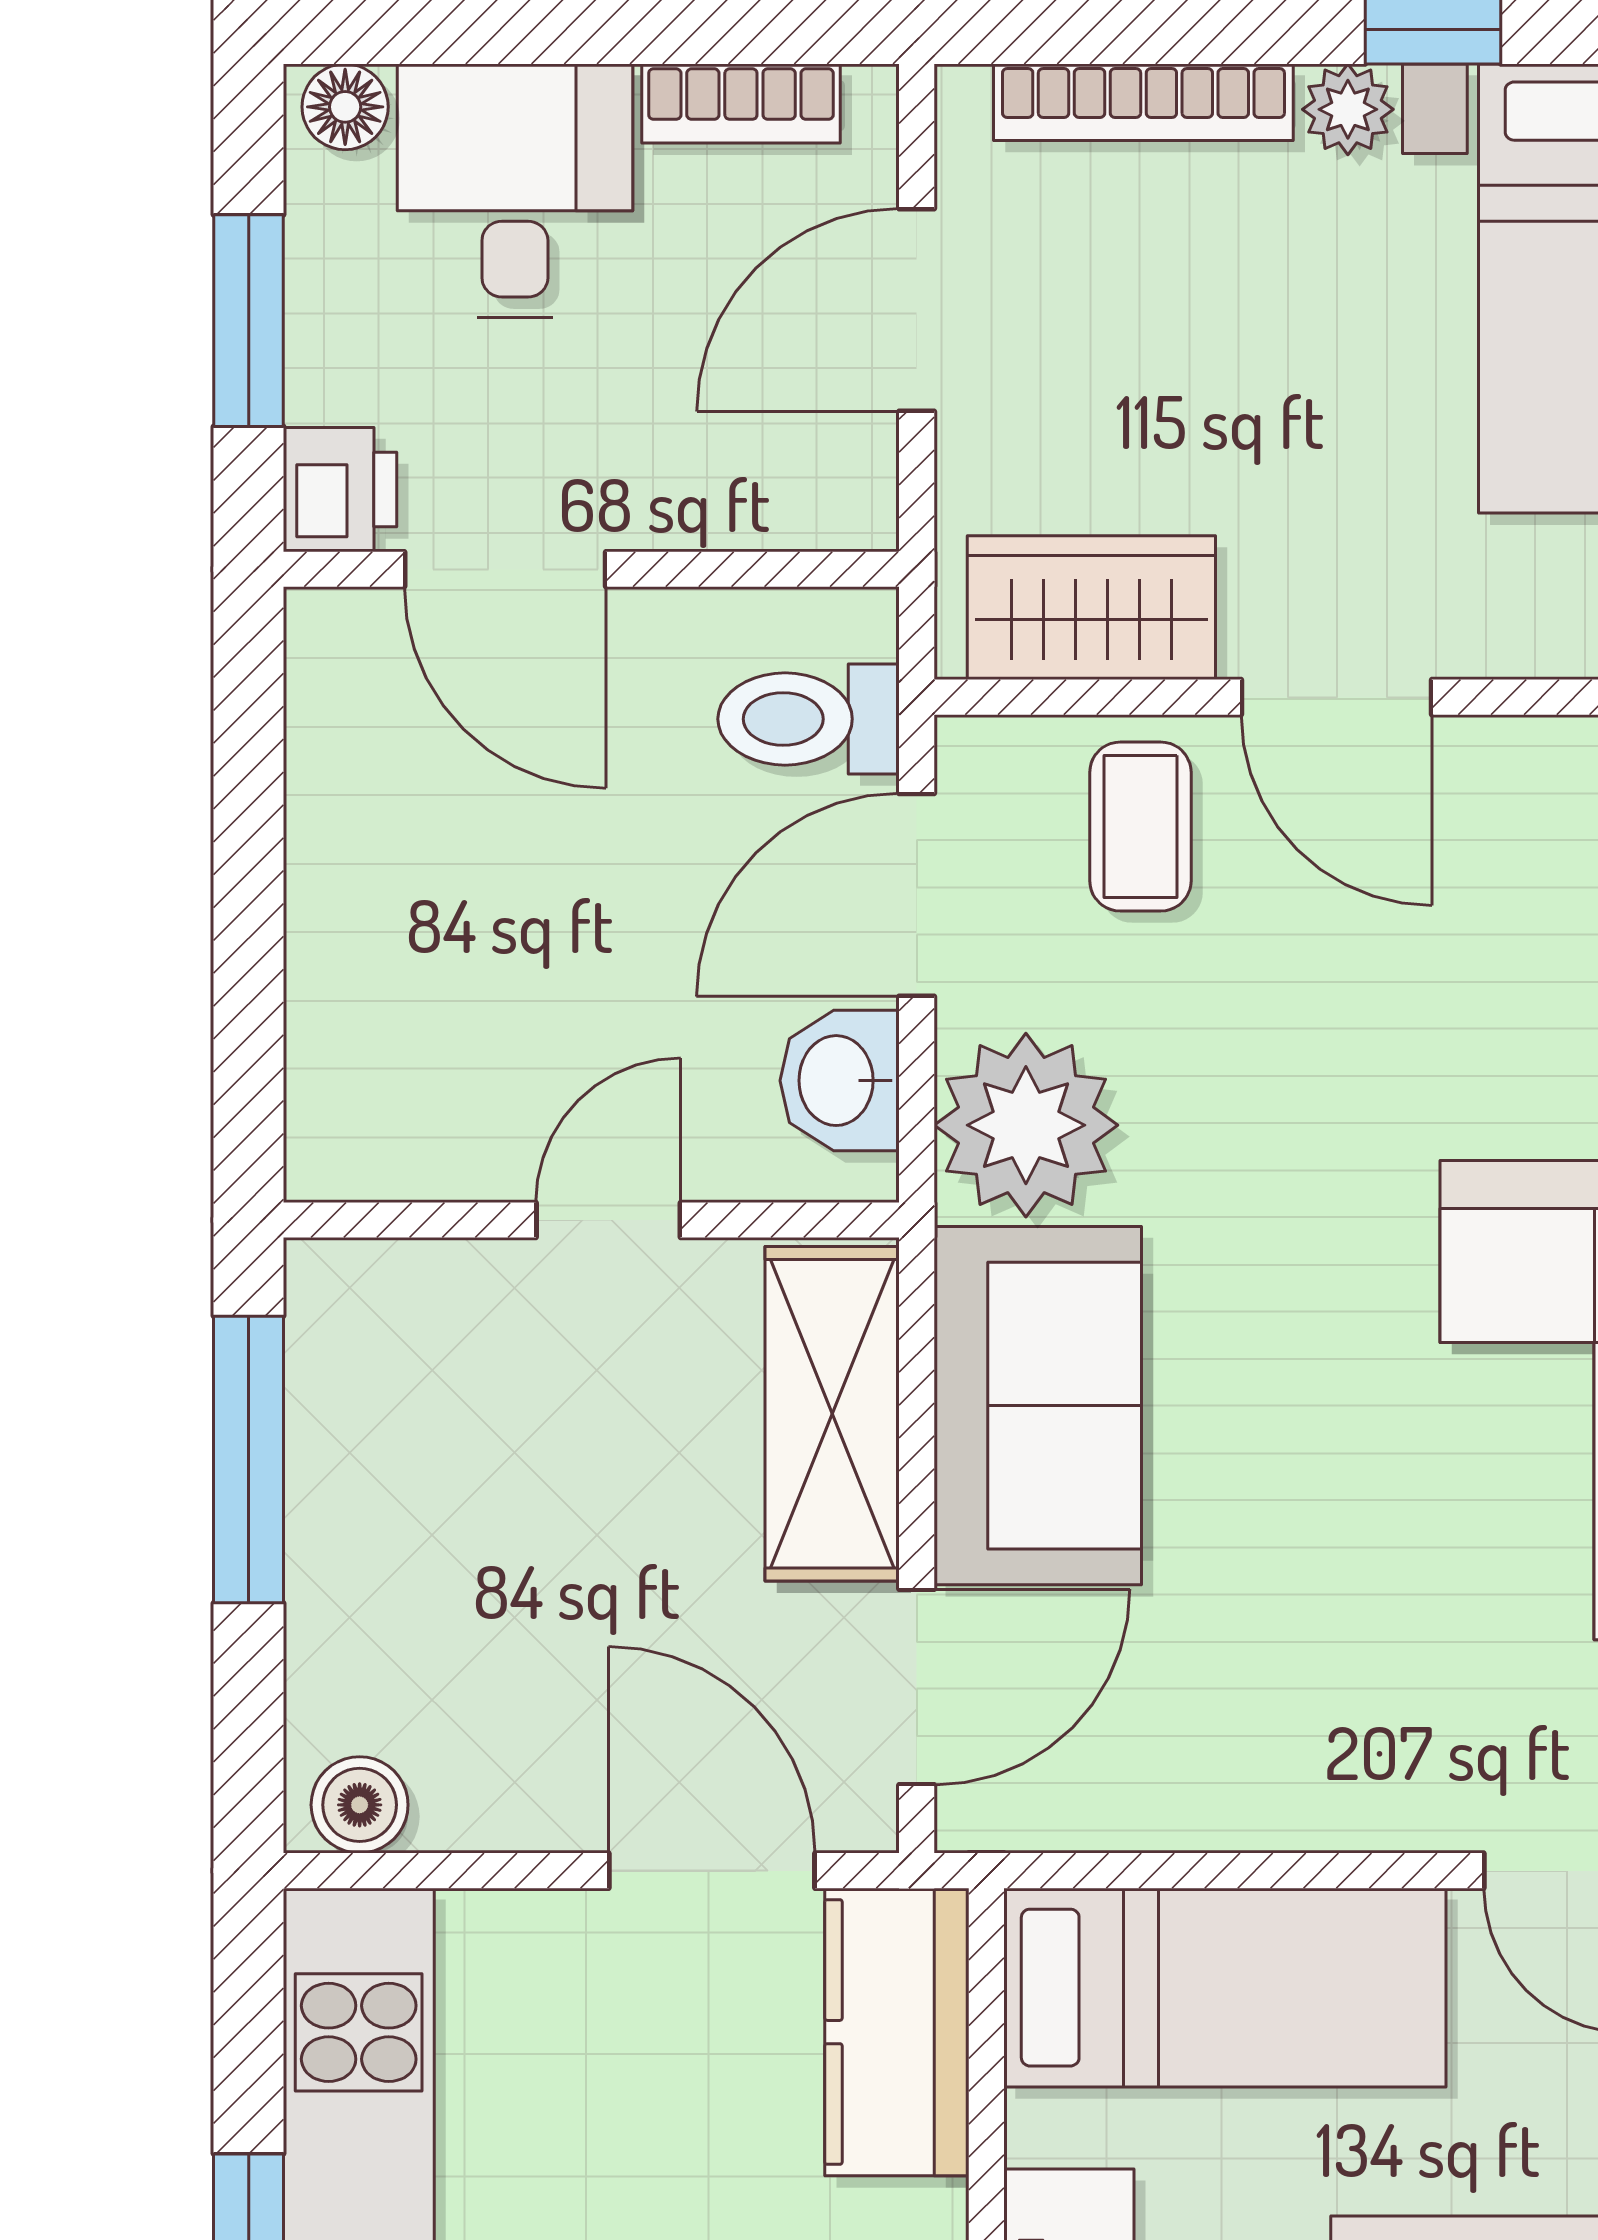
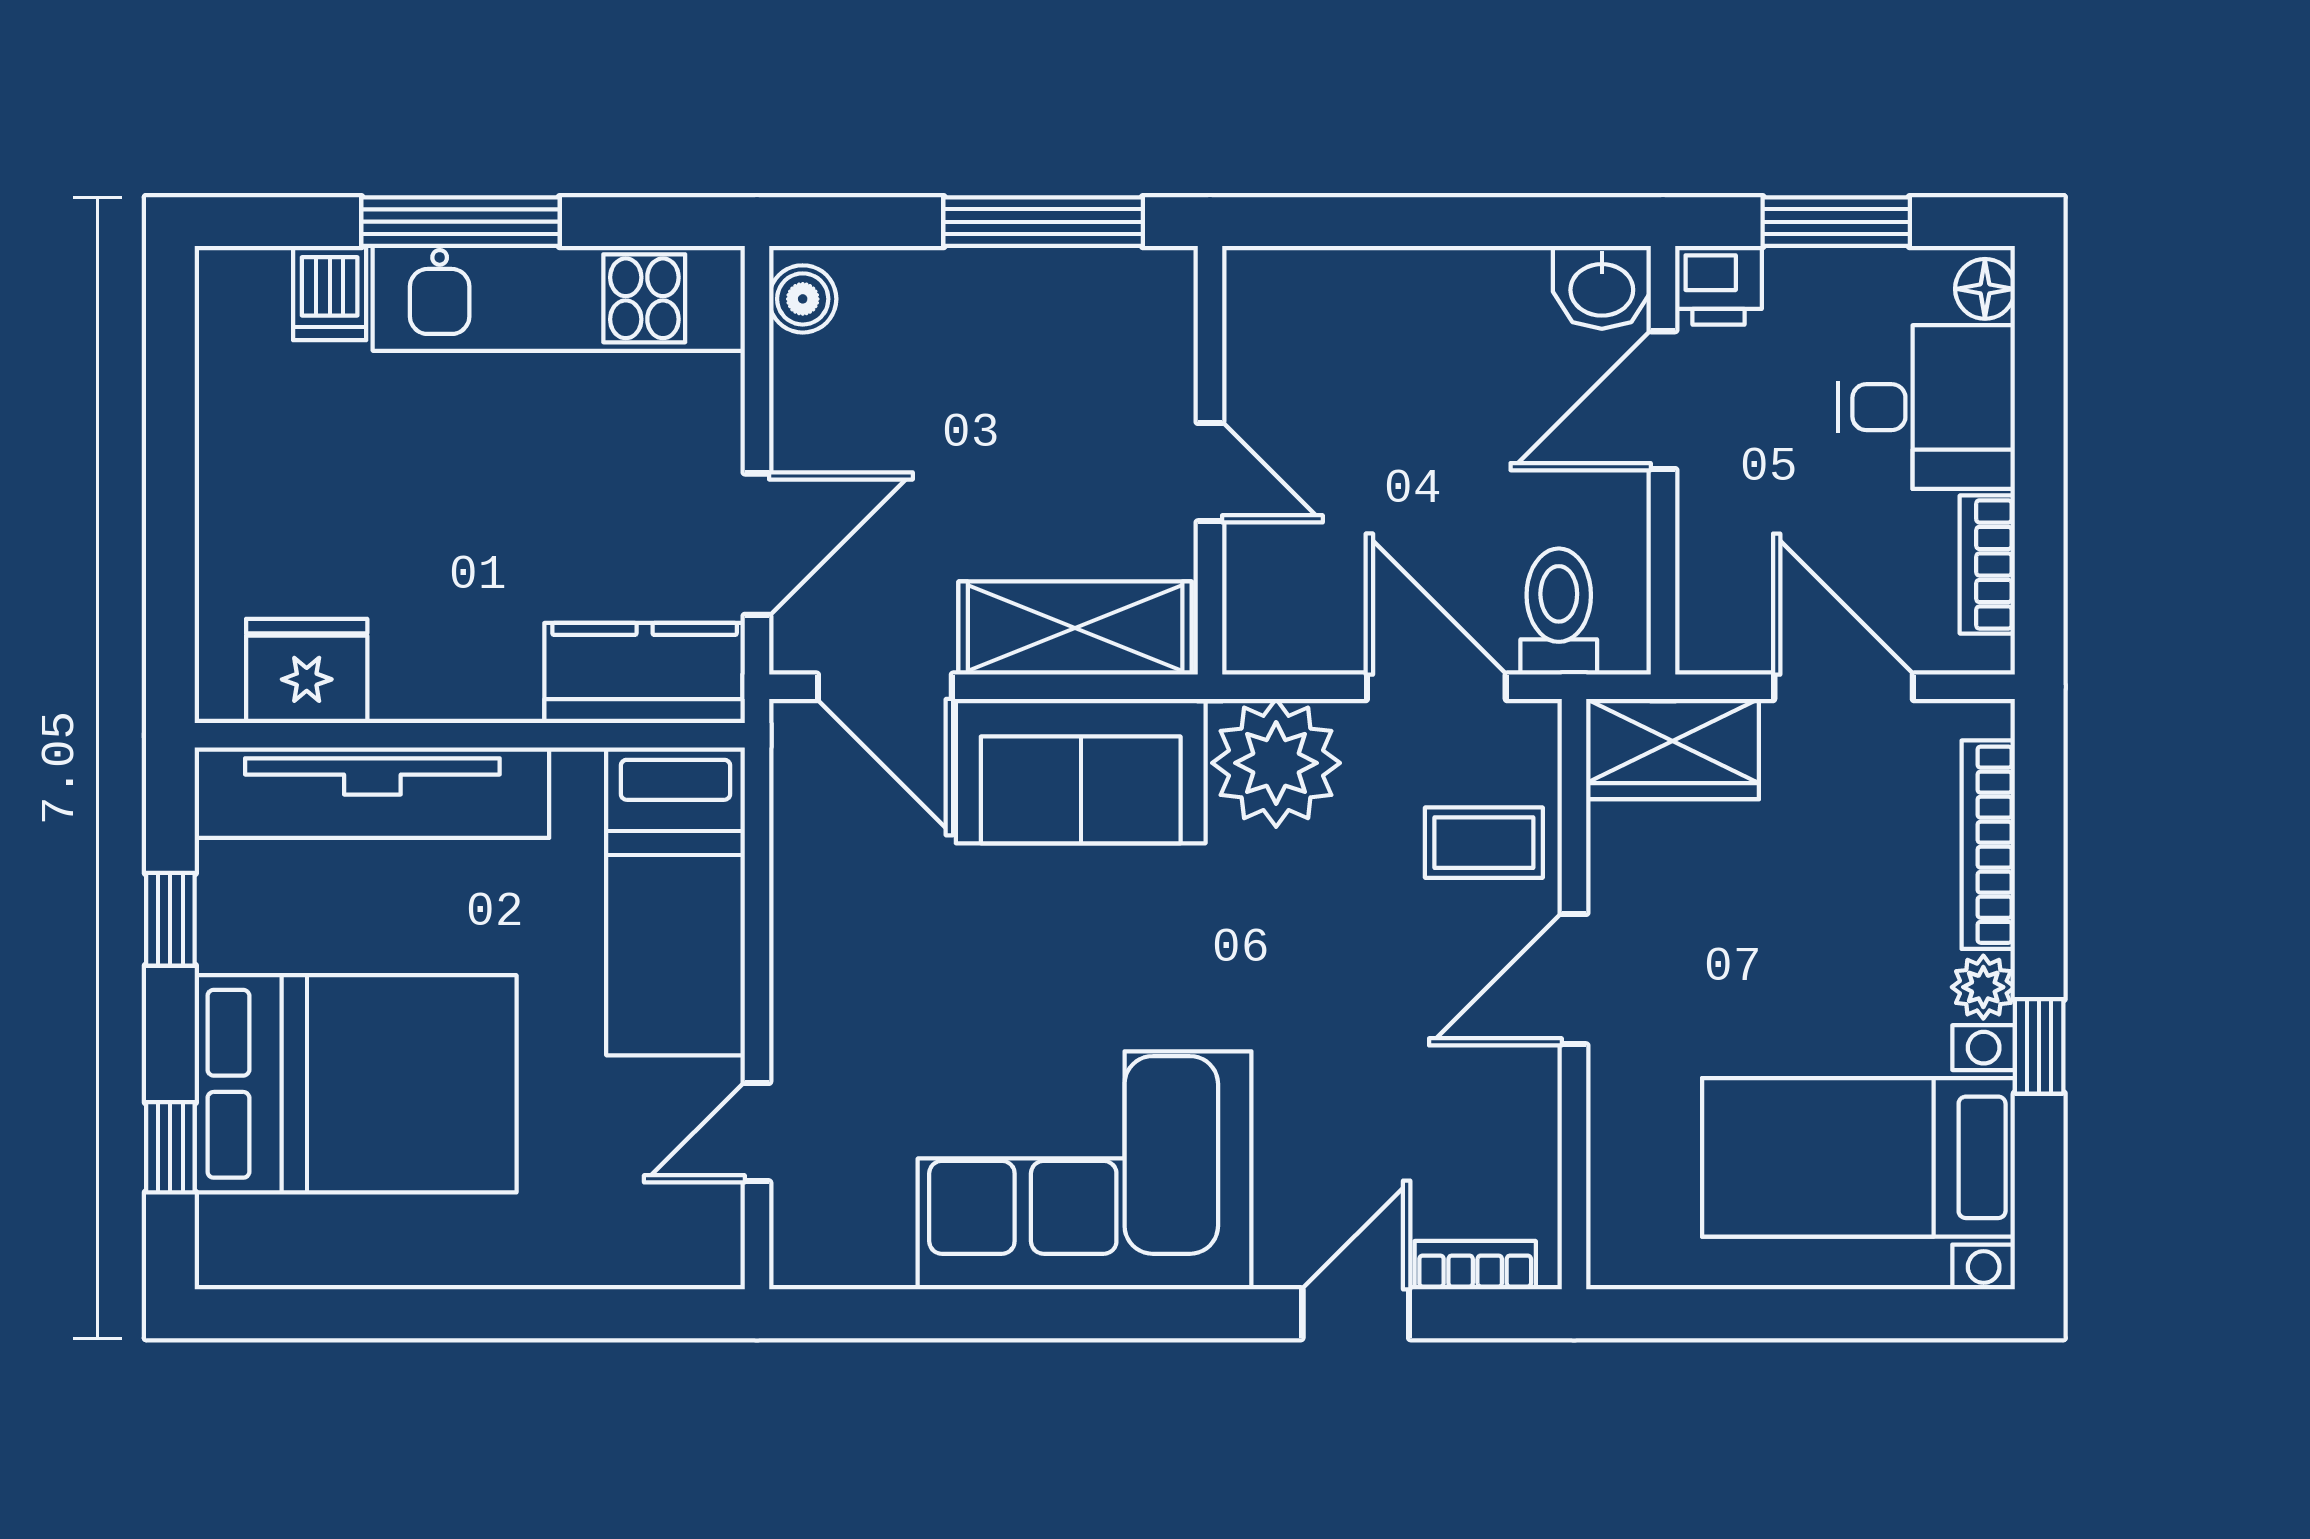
wardrobe: (1091, 608) -> (1673, 749), moved, turned 90
washbasin: (840, 1081) -> (1602, 287), moved, turned 180

